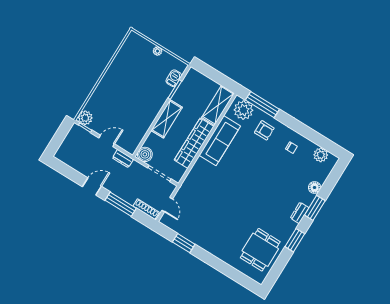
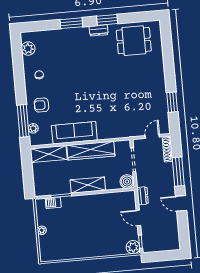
plant: (243, 110) -> (33, 128), width x0.53, depth x0.53
armchair: (264, 130) -> (41, 105), turned -90
floor lamp: (315, 188) -> (56, 35), removed
dresser: (300, 213) -> (99, 30), moved

